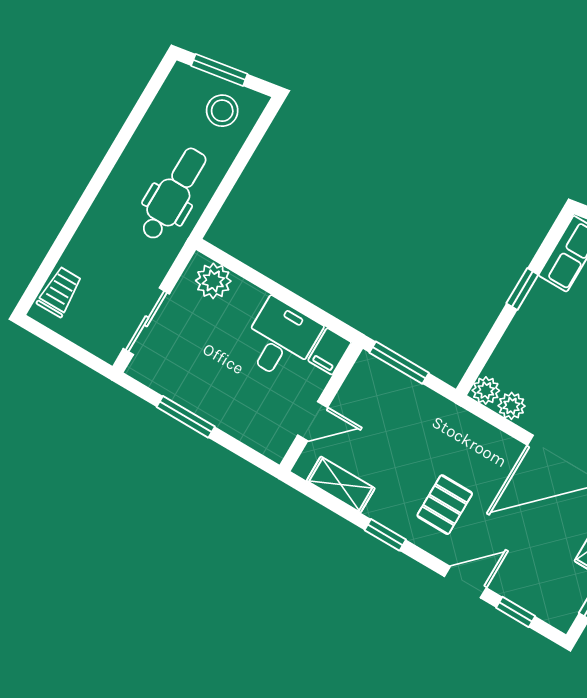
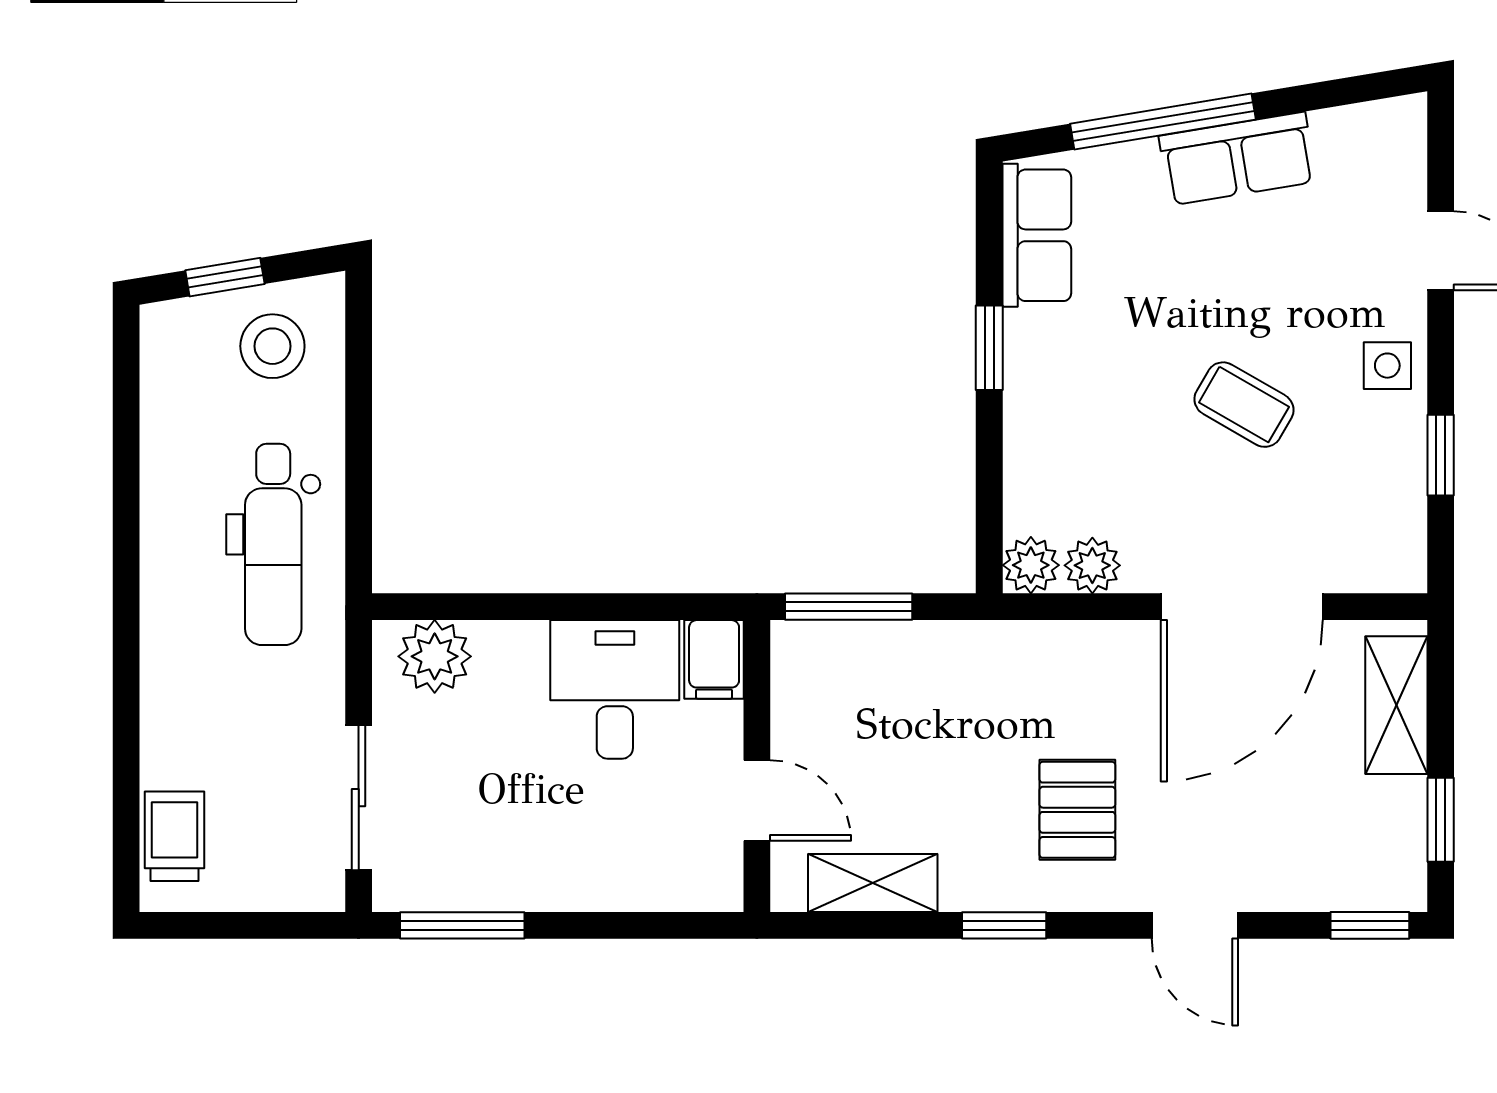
window: (219, 70) -> (225, 277), width x0.67
dental chair: (173, 194) -> (273, 544), turned 180
window: (186, 417) -> (462, 925), moved
door: (313, 421) -> (757, 801), hinge flipped
door: (465, 582) -> (1195, 925), swing flipped
window: (516, 612) -> (1370, 925), moved

